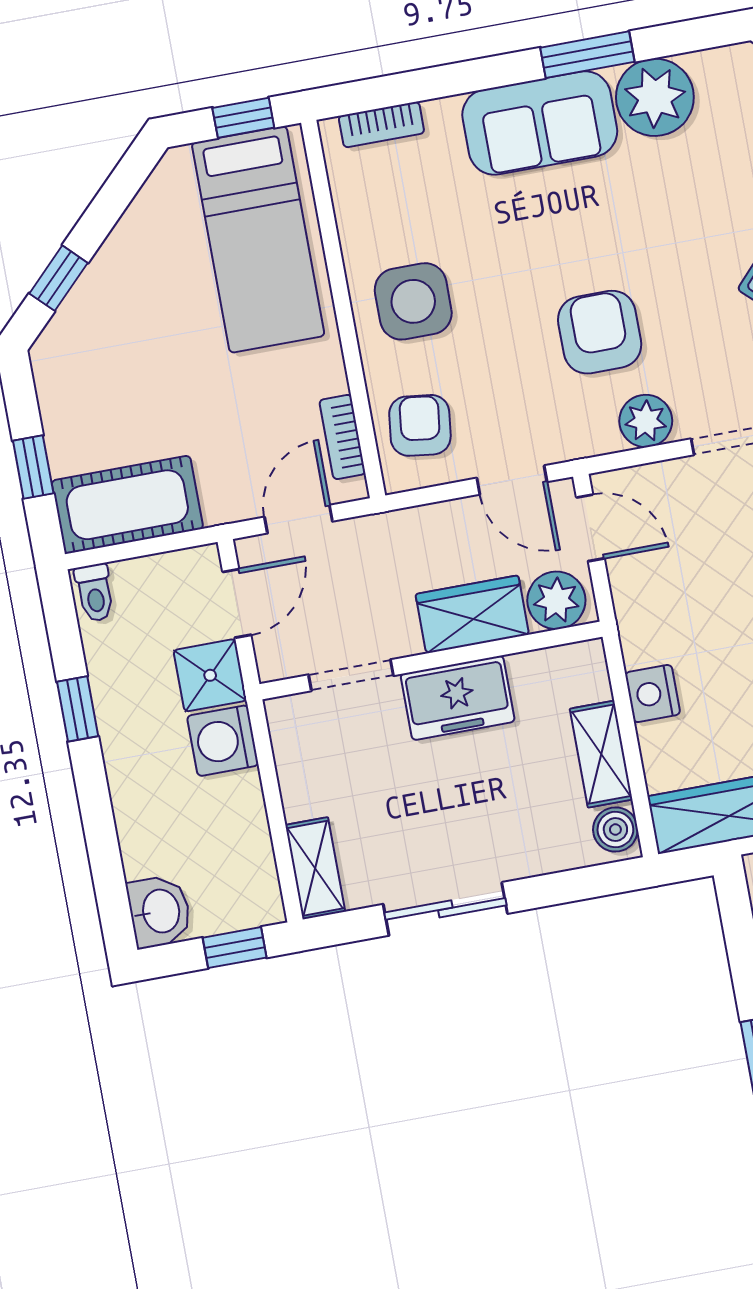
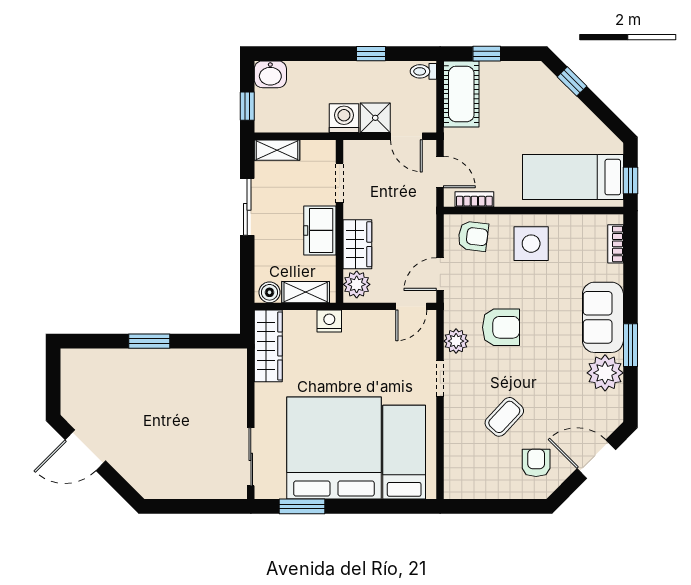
plant: (556, 600) -> (357, 284), moved
wardrobe: (472, 614) -> (357, 244), moved
wall: (431, 660) -> (339, 221), moved
doorway: (351, 675) -> (339, 183), moved
freezer: (458, 698) -> (320, 230), moved

